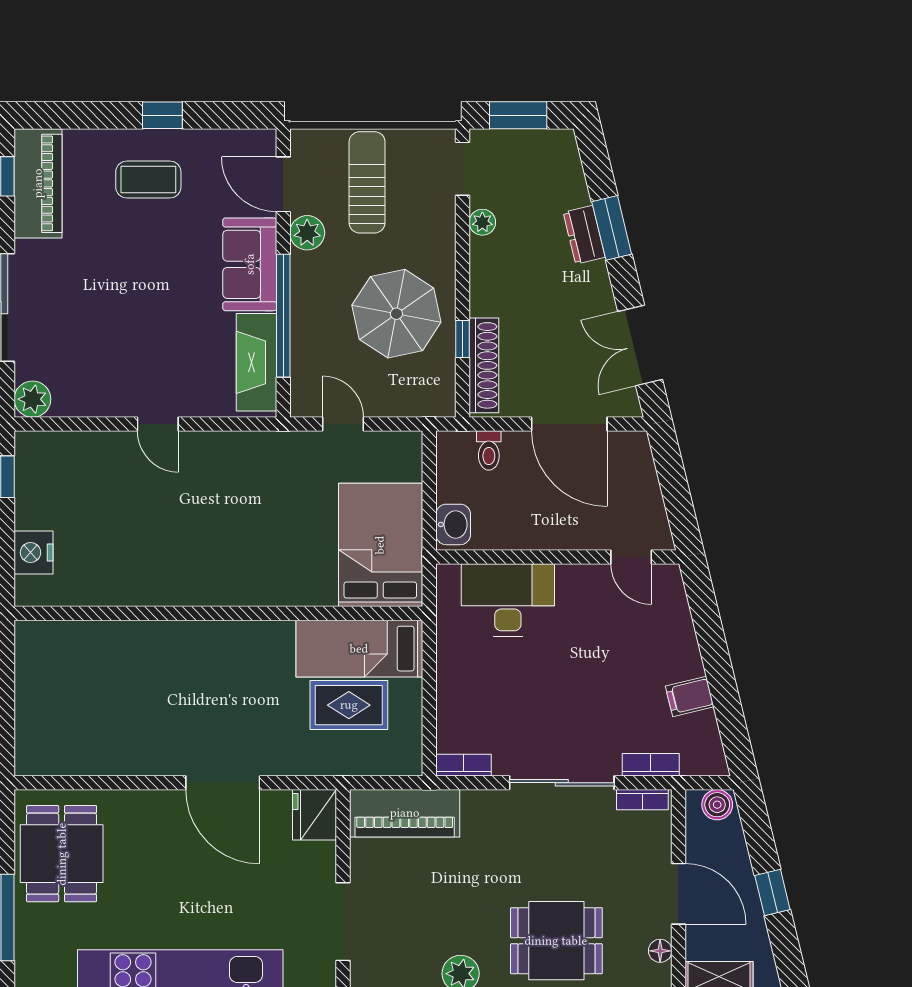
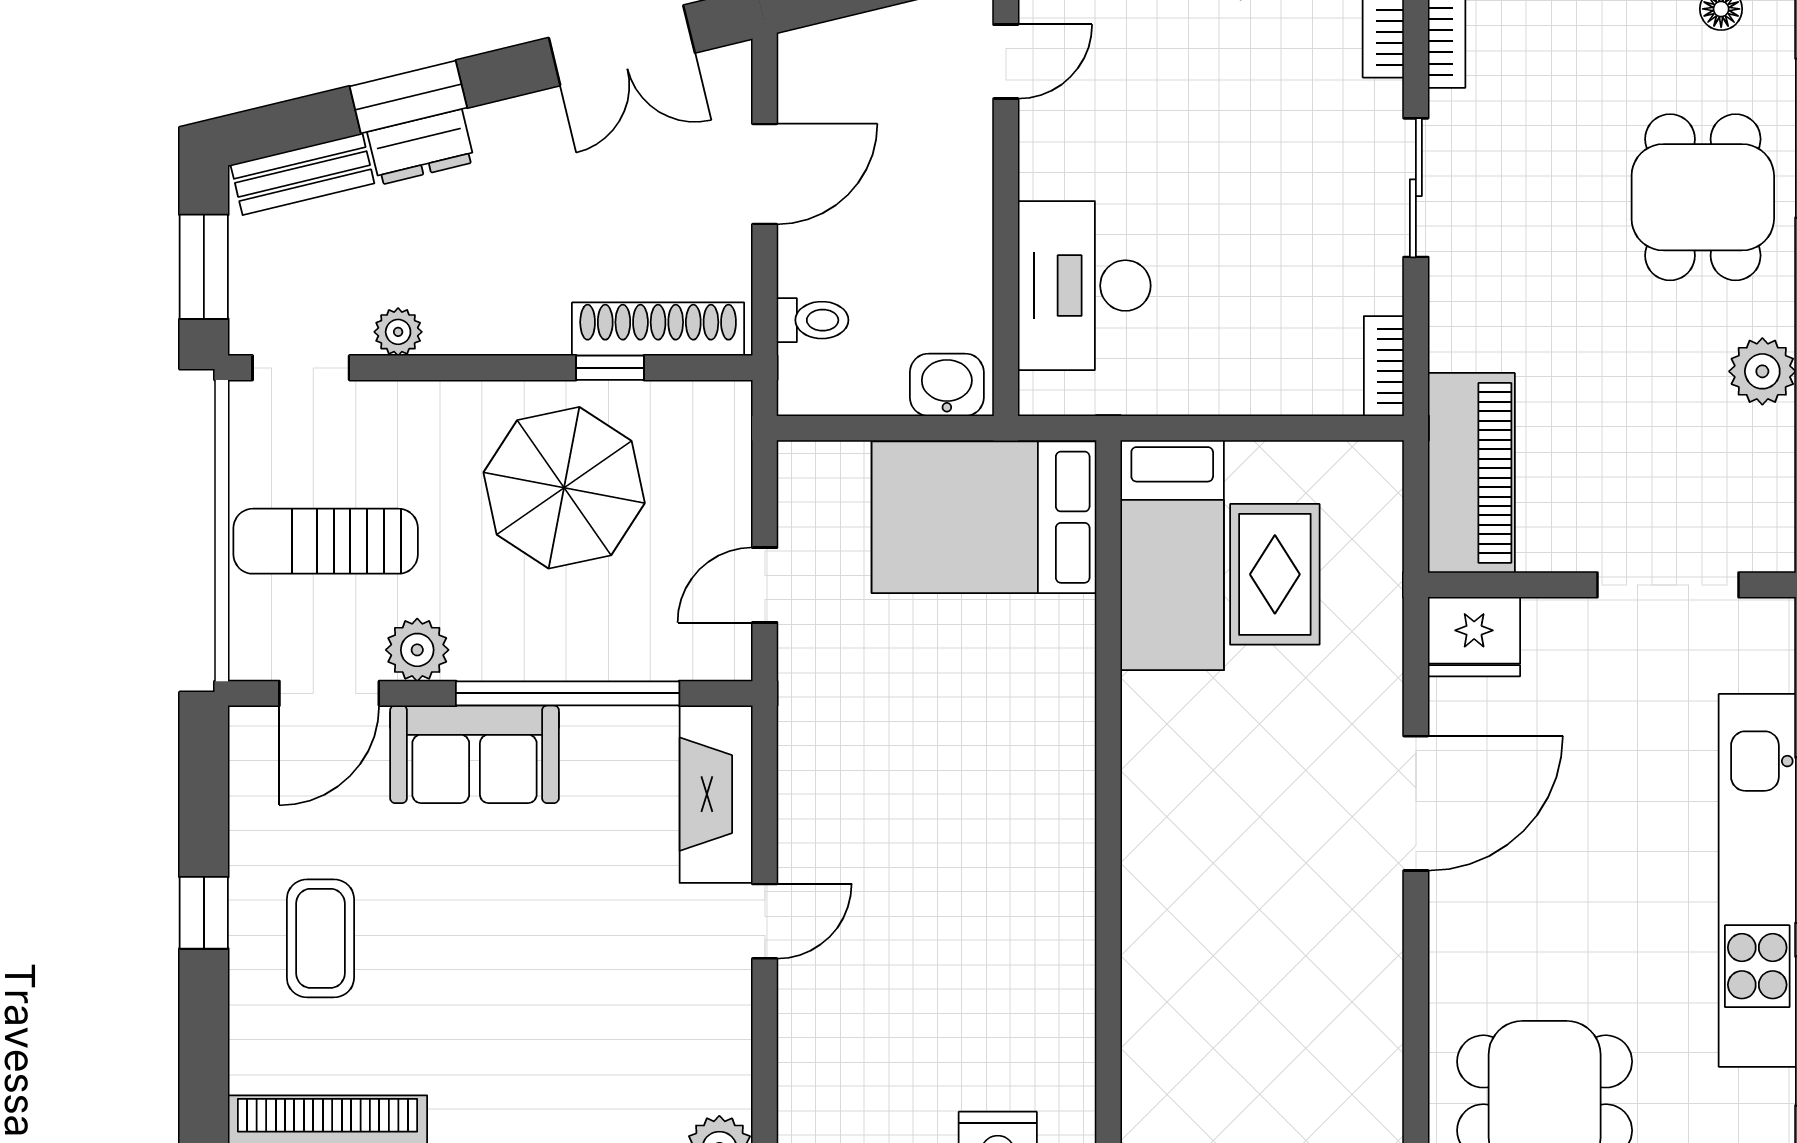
bench: (569, 170) -> (302, 174), added
fireplace: (256, 362) -> (716, 794), moved, turned 90
door: (569, 424) -> (765, 174), width x0.73
sliding door: (562, 783) -> (1416, 188), width x0.73

